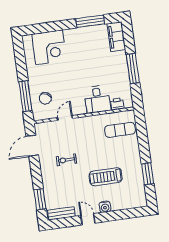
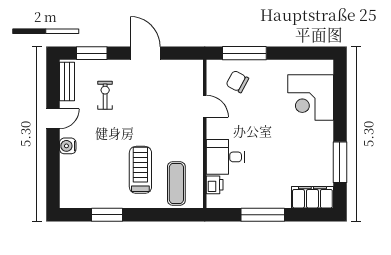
door: (32, 146) -> (145, 53), moved
exercise bike: (66, 160) -> (105, 95), moved
treadmill: (106, 177) -> (140, 170), moved

